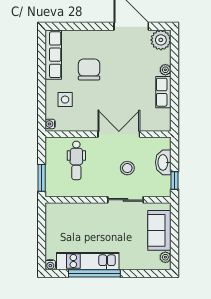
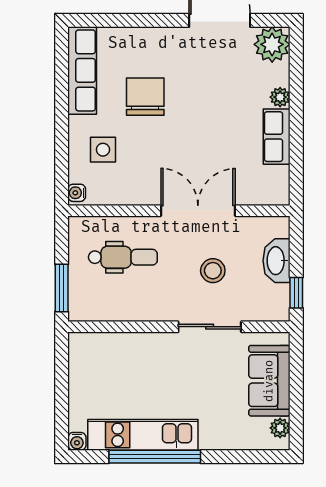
dental chair: (76, 160) -> (123, 257), turned -90

